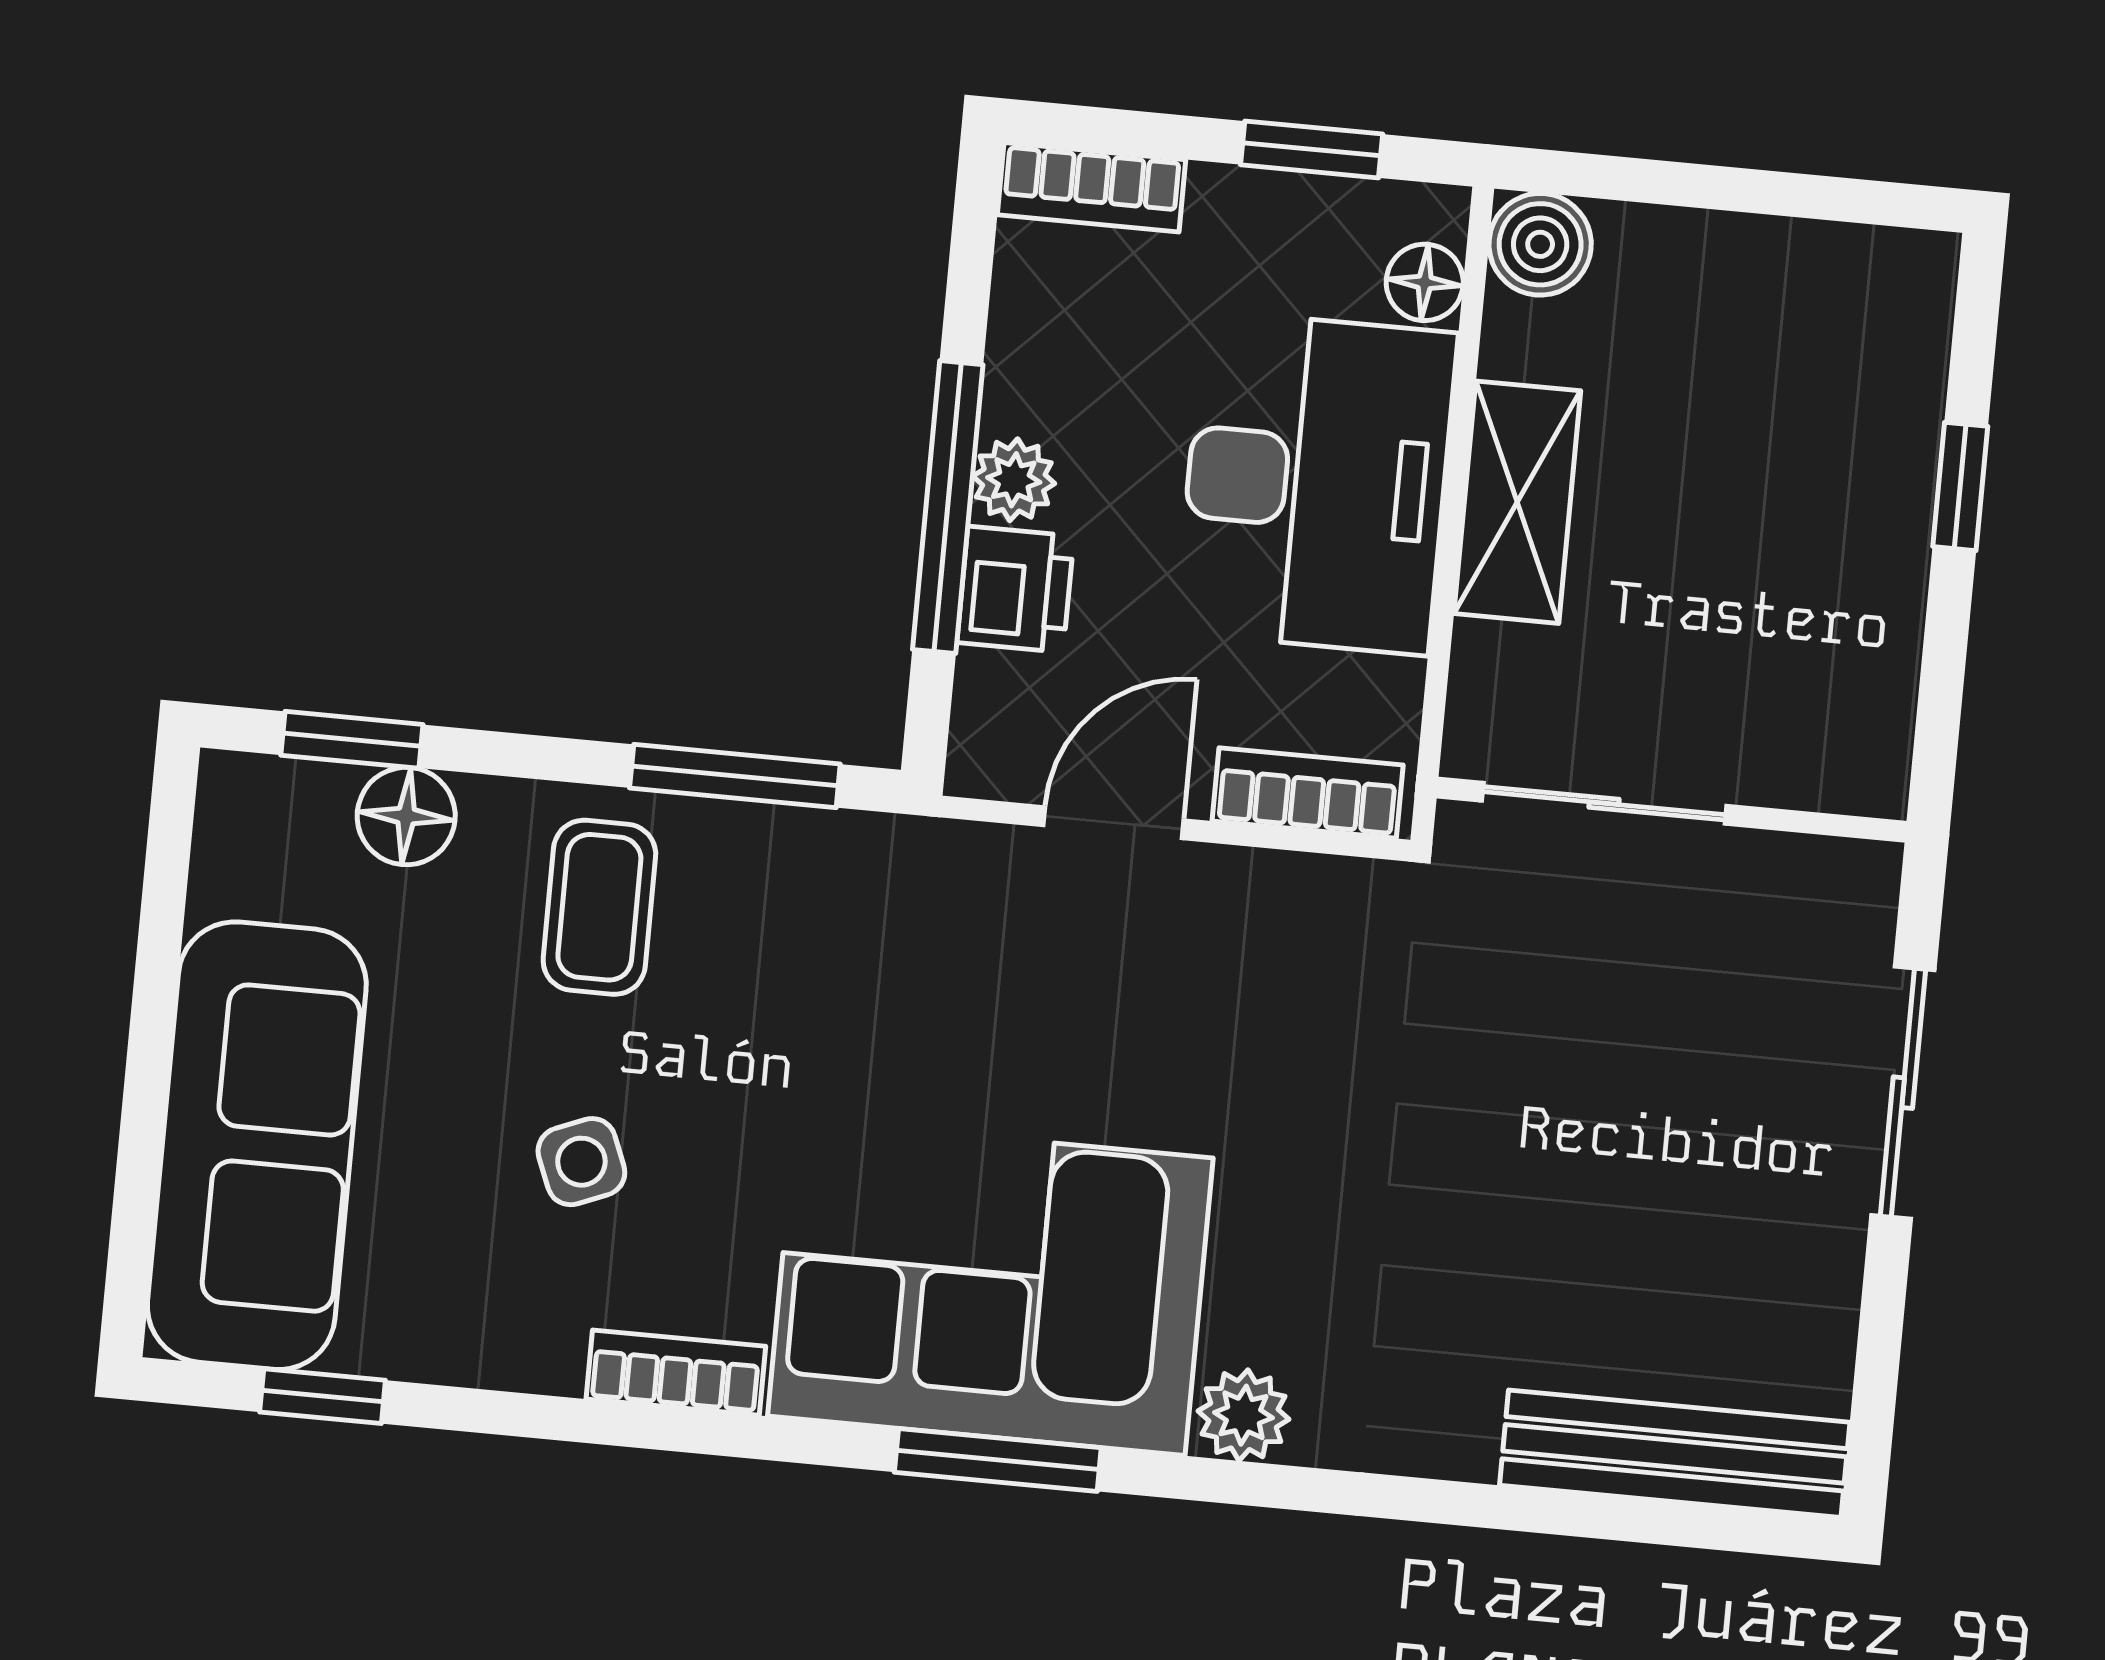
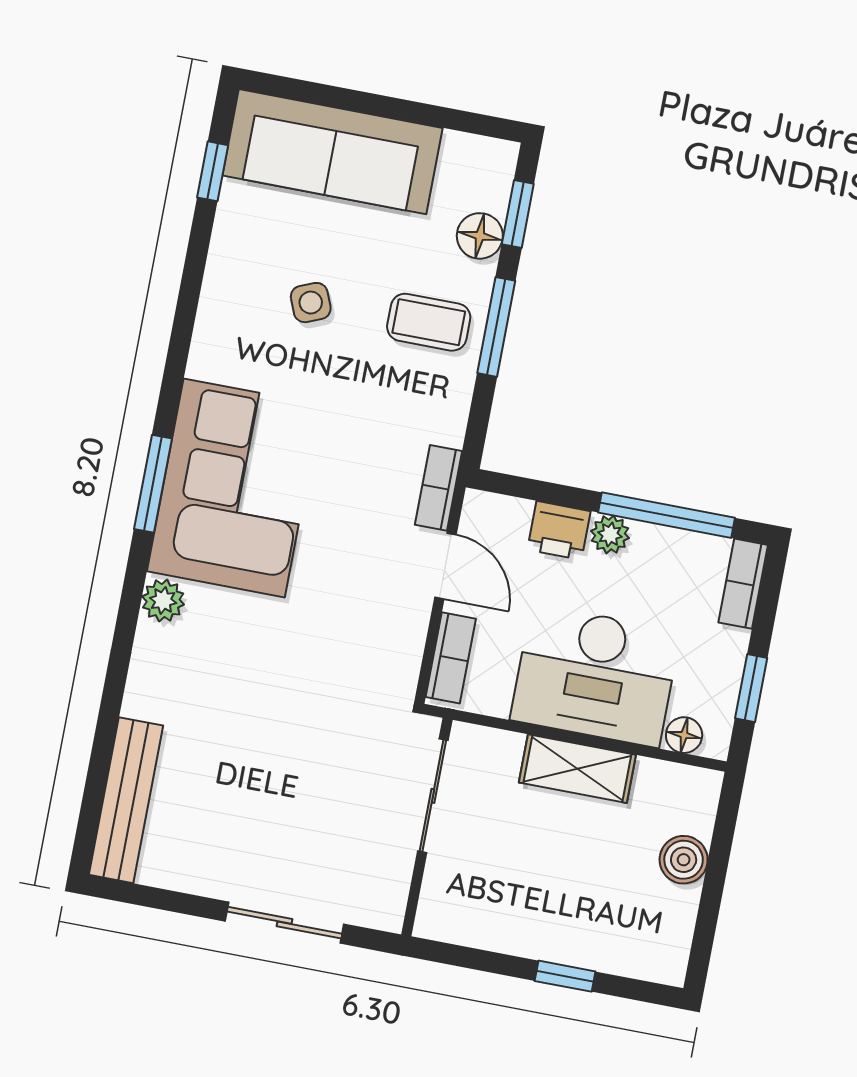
boiler: (1540, 244) -> (684, 860), moved
window: (948, 507) -> (666, 515), moved
window: (735, 776) -> (496, 327), moved
bookcase: (676, 1373) -> (439, 488), moved, turned 180

